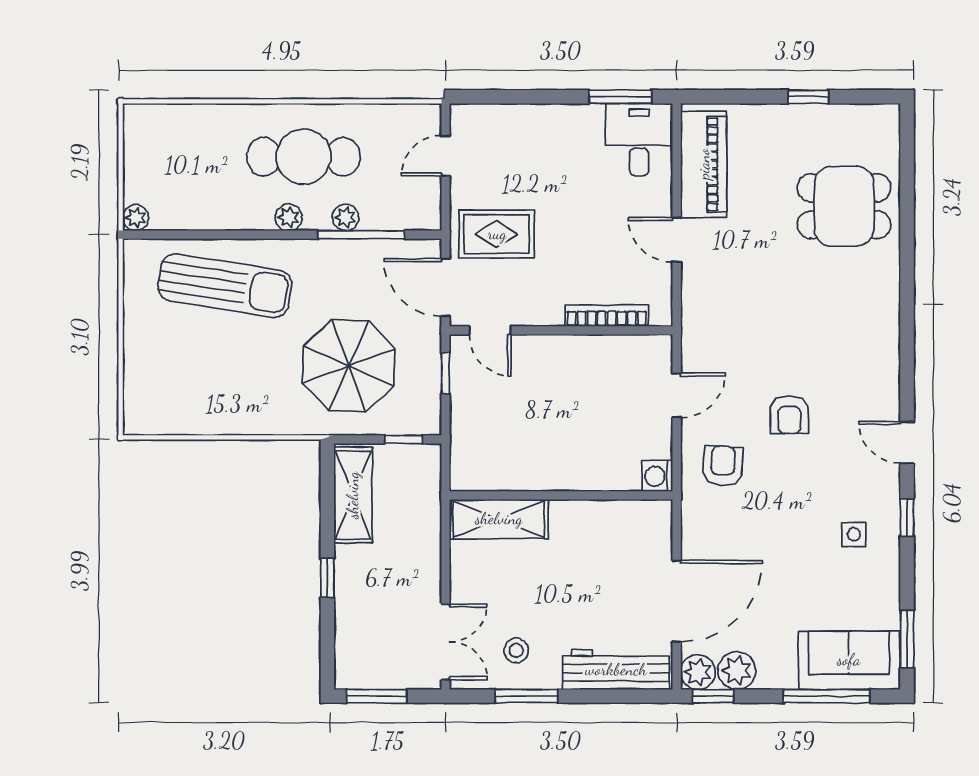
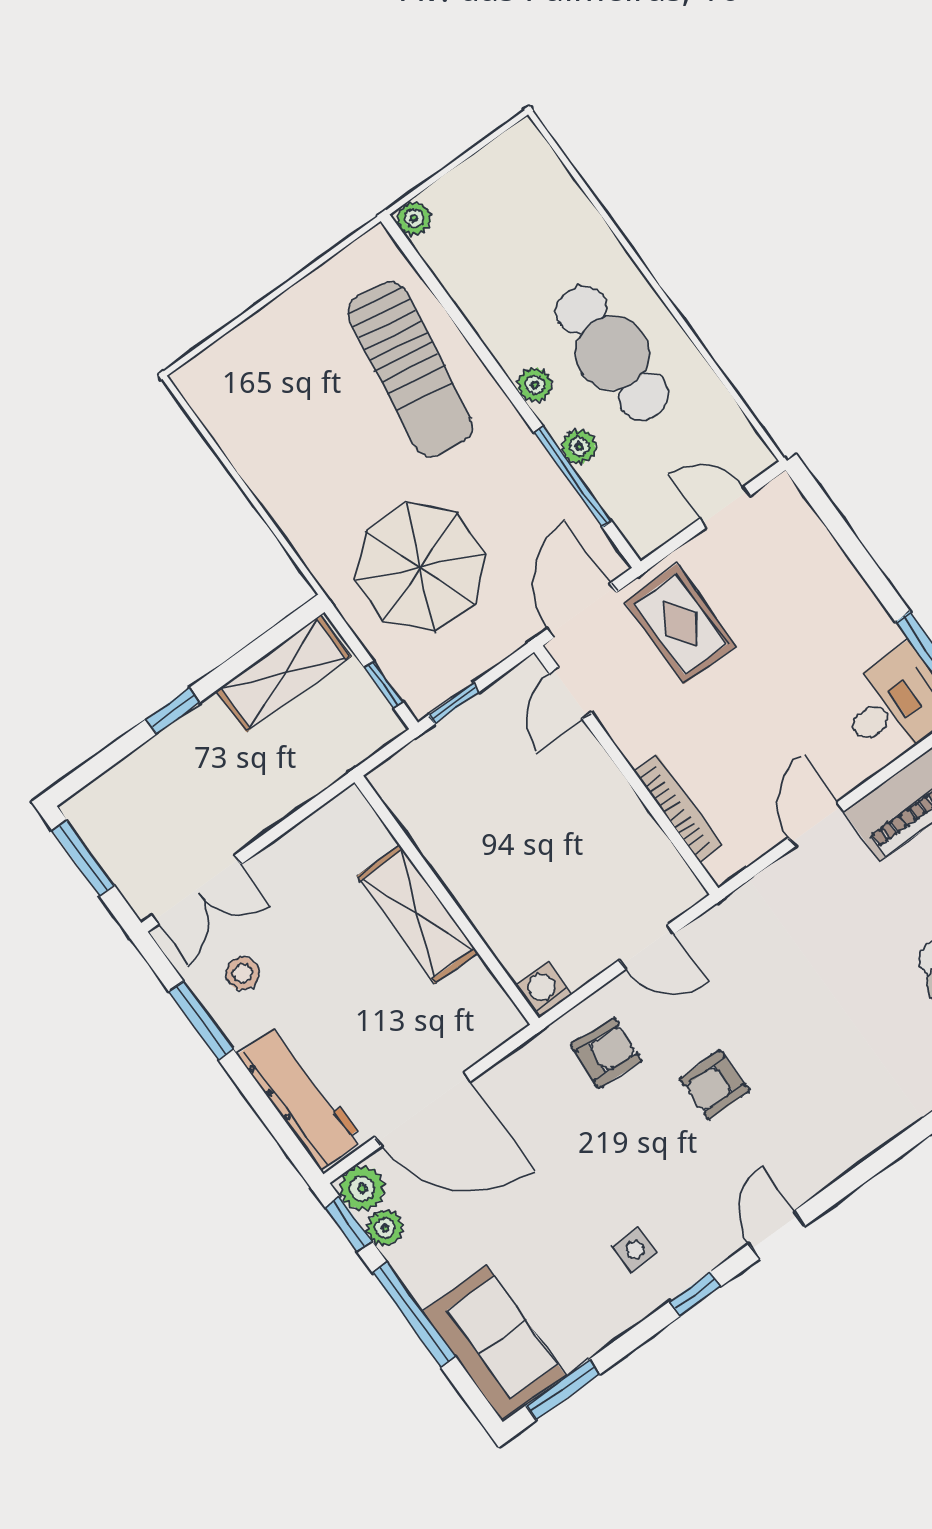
window: (446, 373) -> (454, 703), moved
shelving: (499, 519) -> (417, 914), moved
plant: (737, 671) -> (385, 1228), width x0.73, depth x0.73
window: (827, 696) -> (414, 1315), moved

